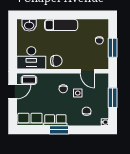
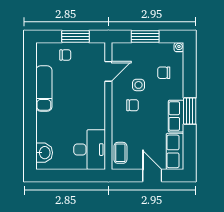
exam couch: (61, 25) -> (44, 88), moved
chair: (56, 61) -> (94, 115), removed
door: (13, 92) -> (152, 175), moved

